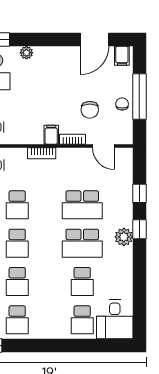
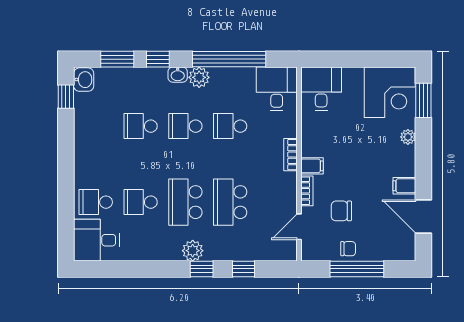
filing cabinet: (122, 56) -> (404, 186), moved
school desk: (17, 320) -> (96, 126), removed

